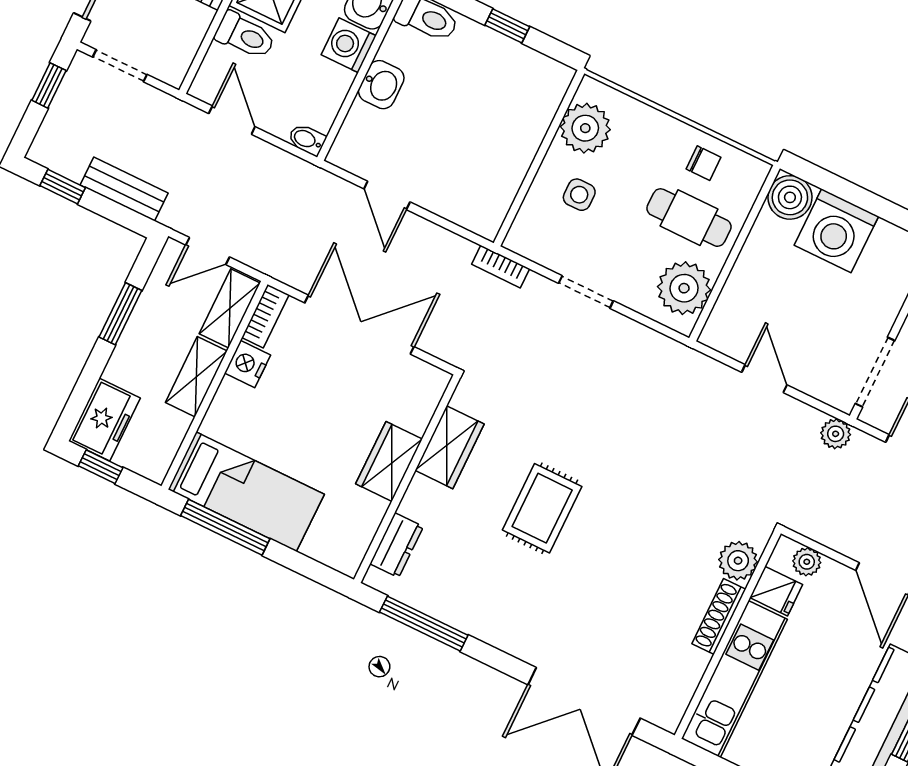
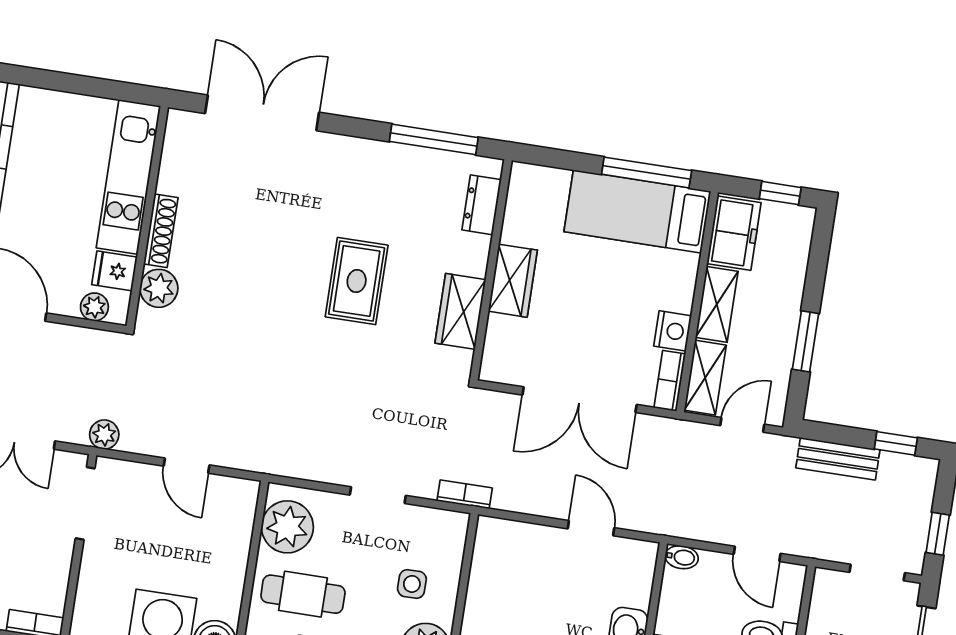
freezer: (104, 420) -> (734, 233), moved, turned 180

